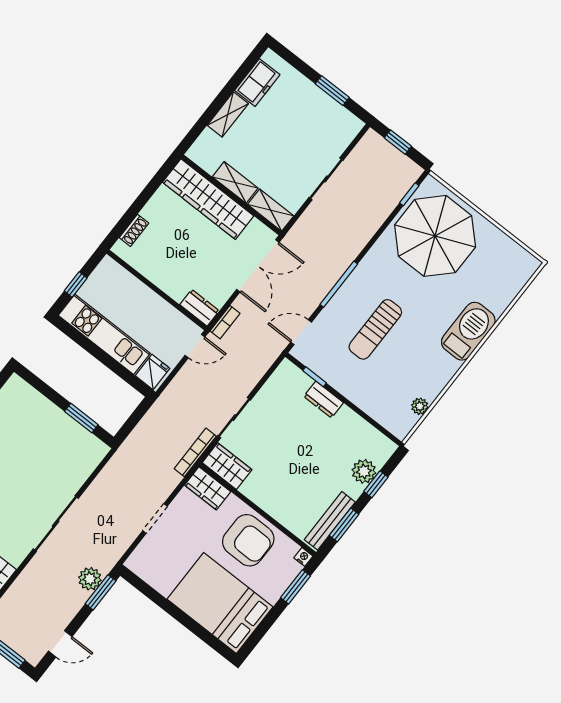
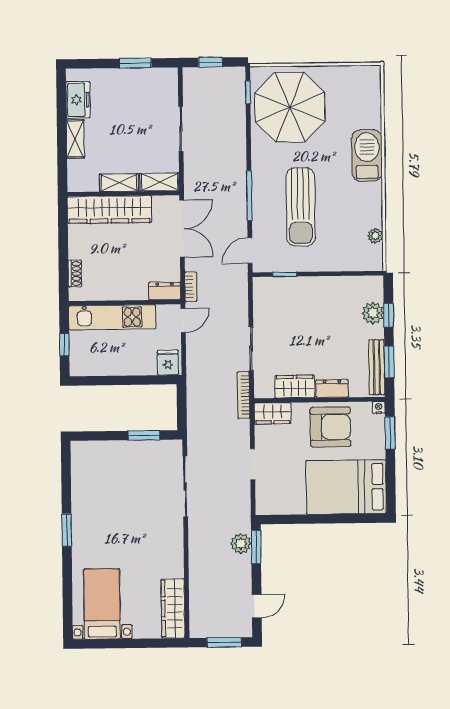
sun lounger: (375, 329) -> (301, 207), width x1.36, depth x1.34
kitchen unit: (104, 334) -> (112, 317), moved, turned 180
dresser: (324, 399) -> (332, 389), moved, turned 180
wardrobe: (227, 466) -> (295, 387), moved
sliding door: (56, 524) -> (185, 486), moved

